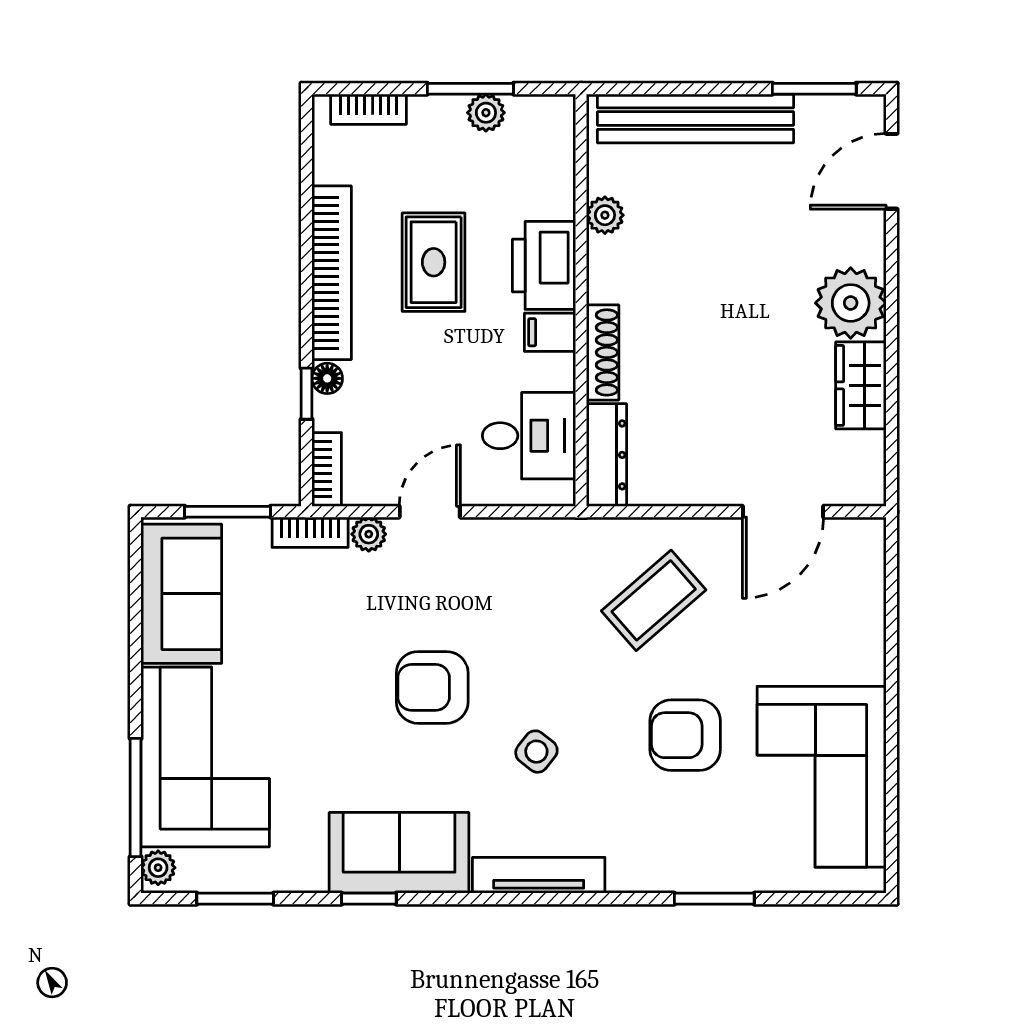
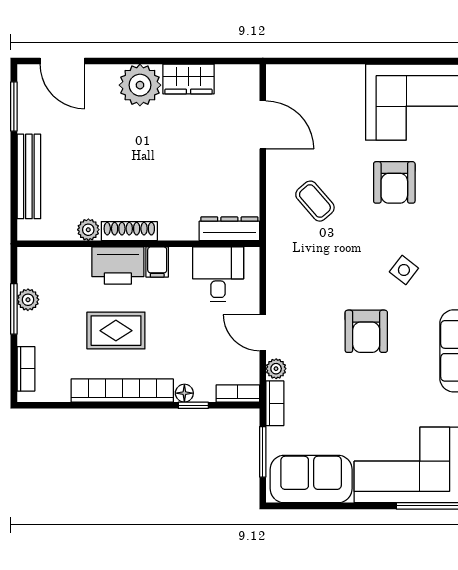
bench: (695, 119) -> (29, 176), width x0.73, depth x0.82
shoe rack: (603, 352) -> (129, 231), moved
coffee table: (654, 600) -> (315, 201), width x0.73, depth x0.77

